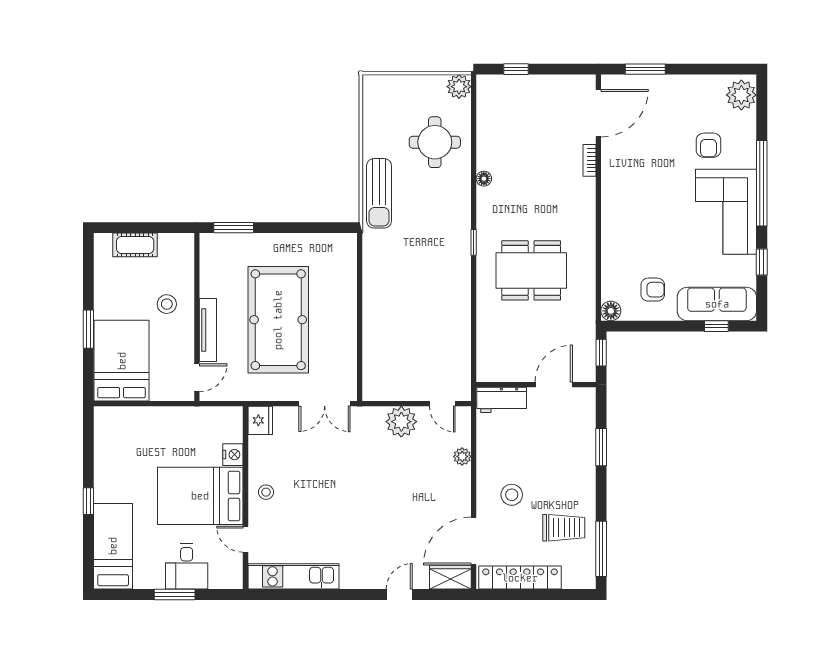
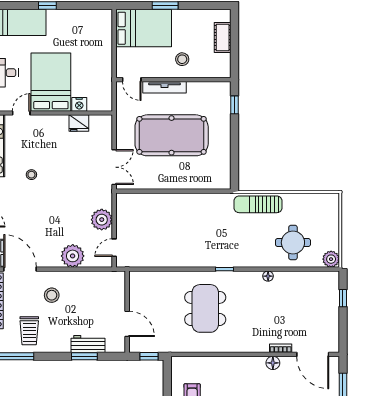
window: (234, 228) -> (235, 105), width x0.67
floor lamp: (611, 311) -> (273, 363), moved
workbench: (502, 400) -> (88, 344), moved, turned 90
double door: (325, 404) -> (114, 167), swing flipped
fridge: (260, 420) -> (79, 123), moved
plant: (462, 456) -> (73, 256), width x1.87, depth x1.87
stool: (266, 492) -> (31, 175), moved

